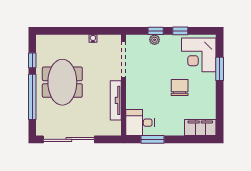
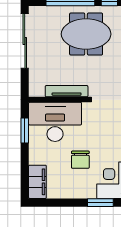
chair: (180, 88) -> (80, 160), turned 90
desk: (140, 123) -> (55, 122), width x1.87, depth x1.30

